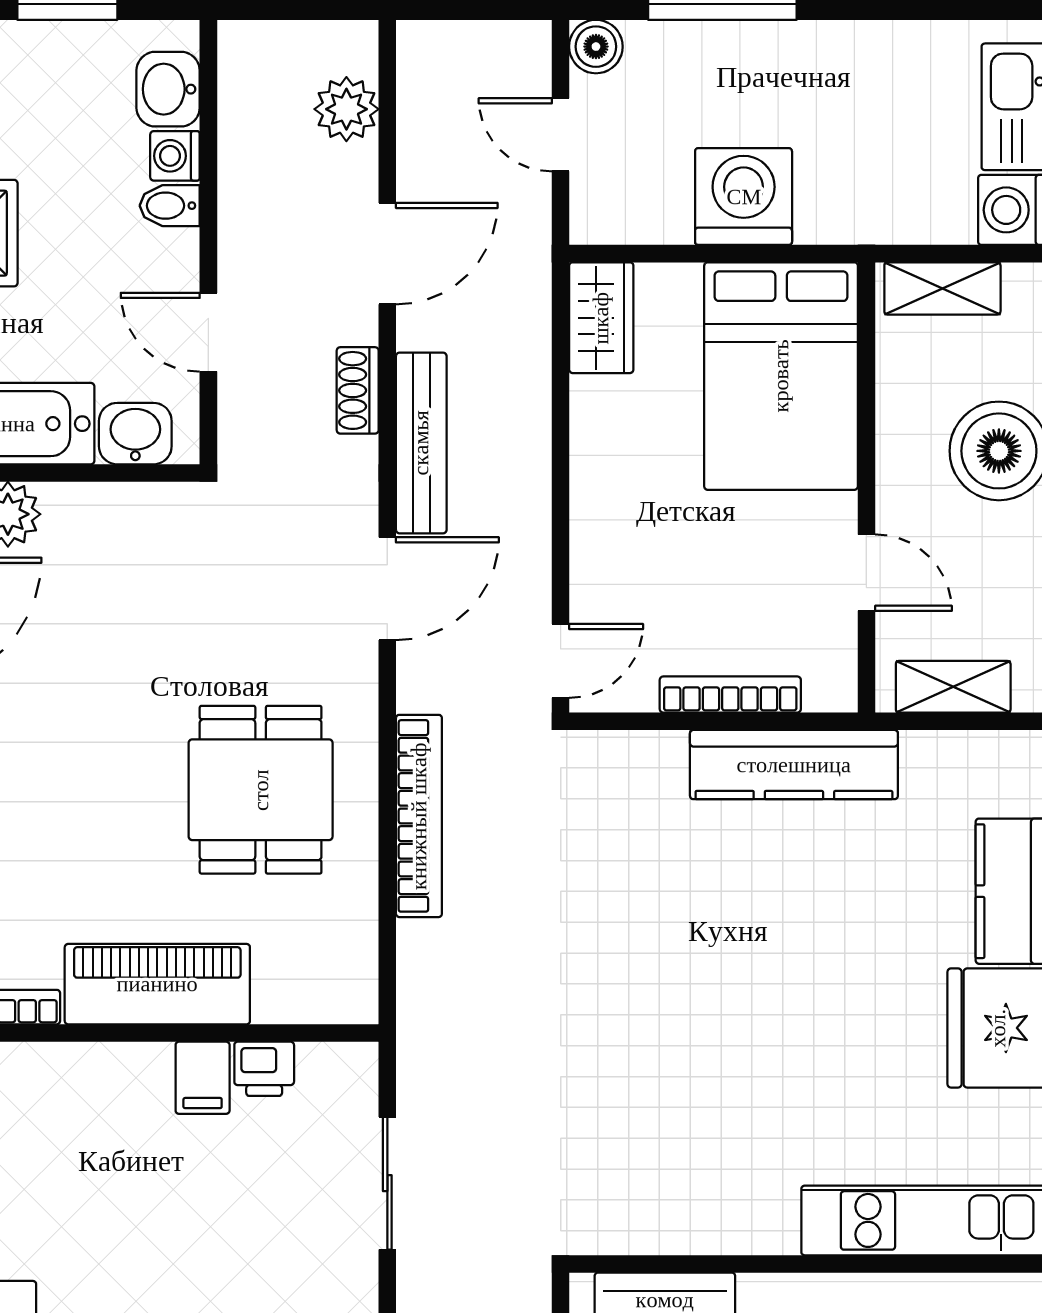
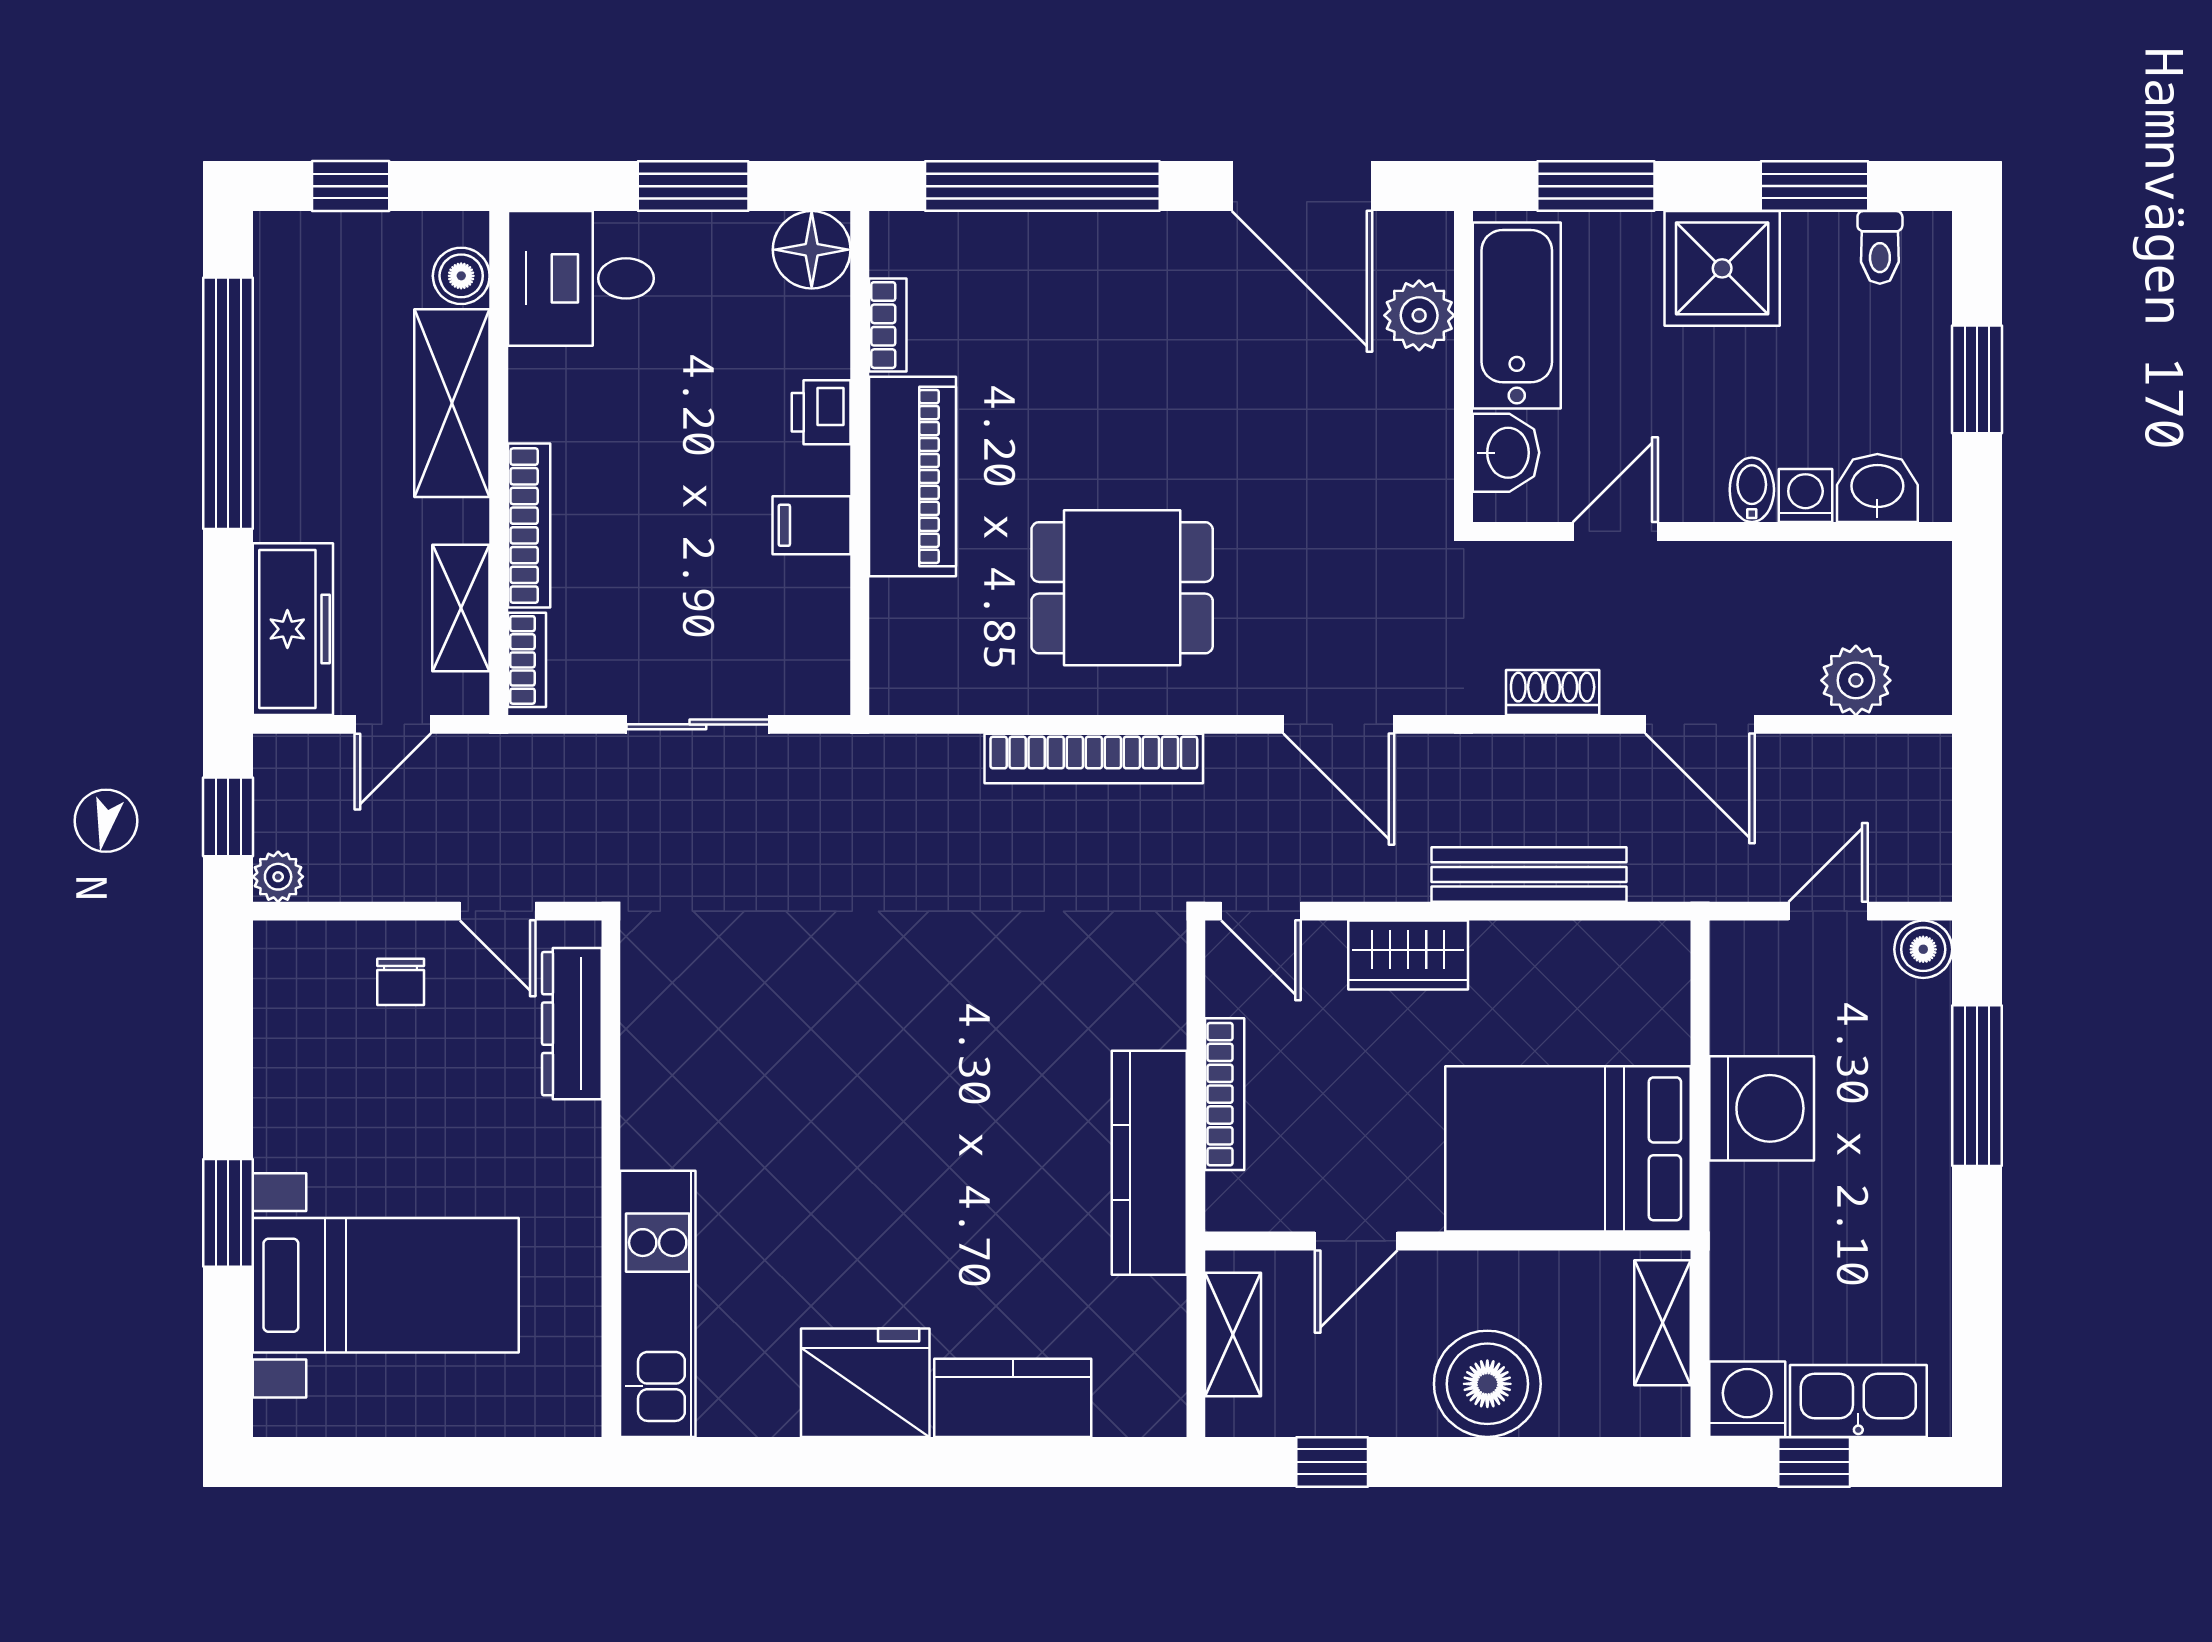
wardrobe: (601, 318) -> (1408, 955), moved
bench: (421, 443) -> (1529, 874), moved
printer: (264, 1069) -> (821, 412), moved

